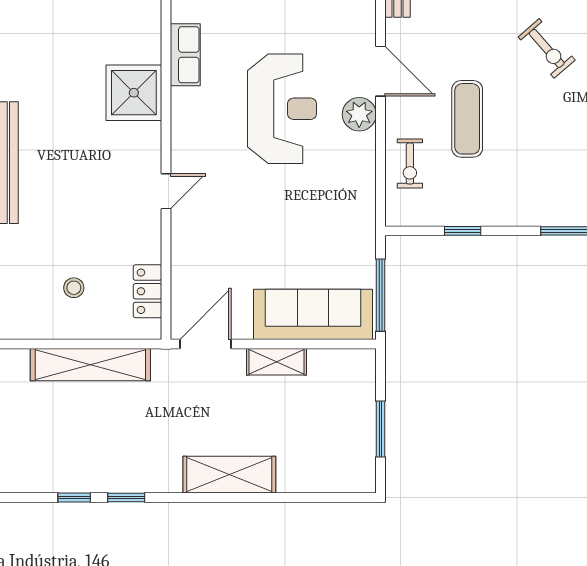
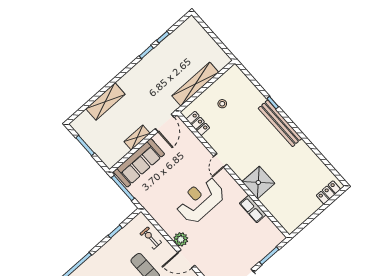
reception desk: (282, 109) -> (200, 200), moved, turned 90
shelving: (229, 475) -> (105, 102), moved

